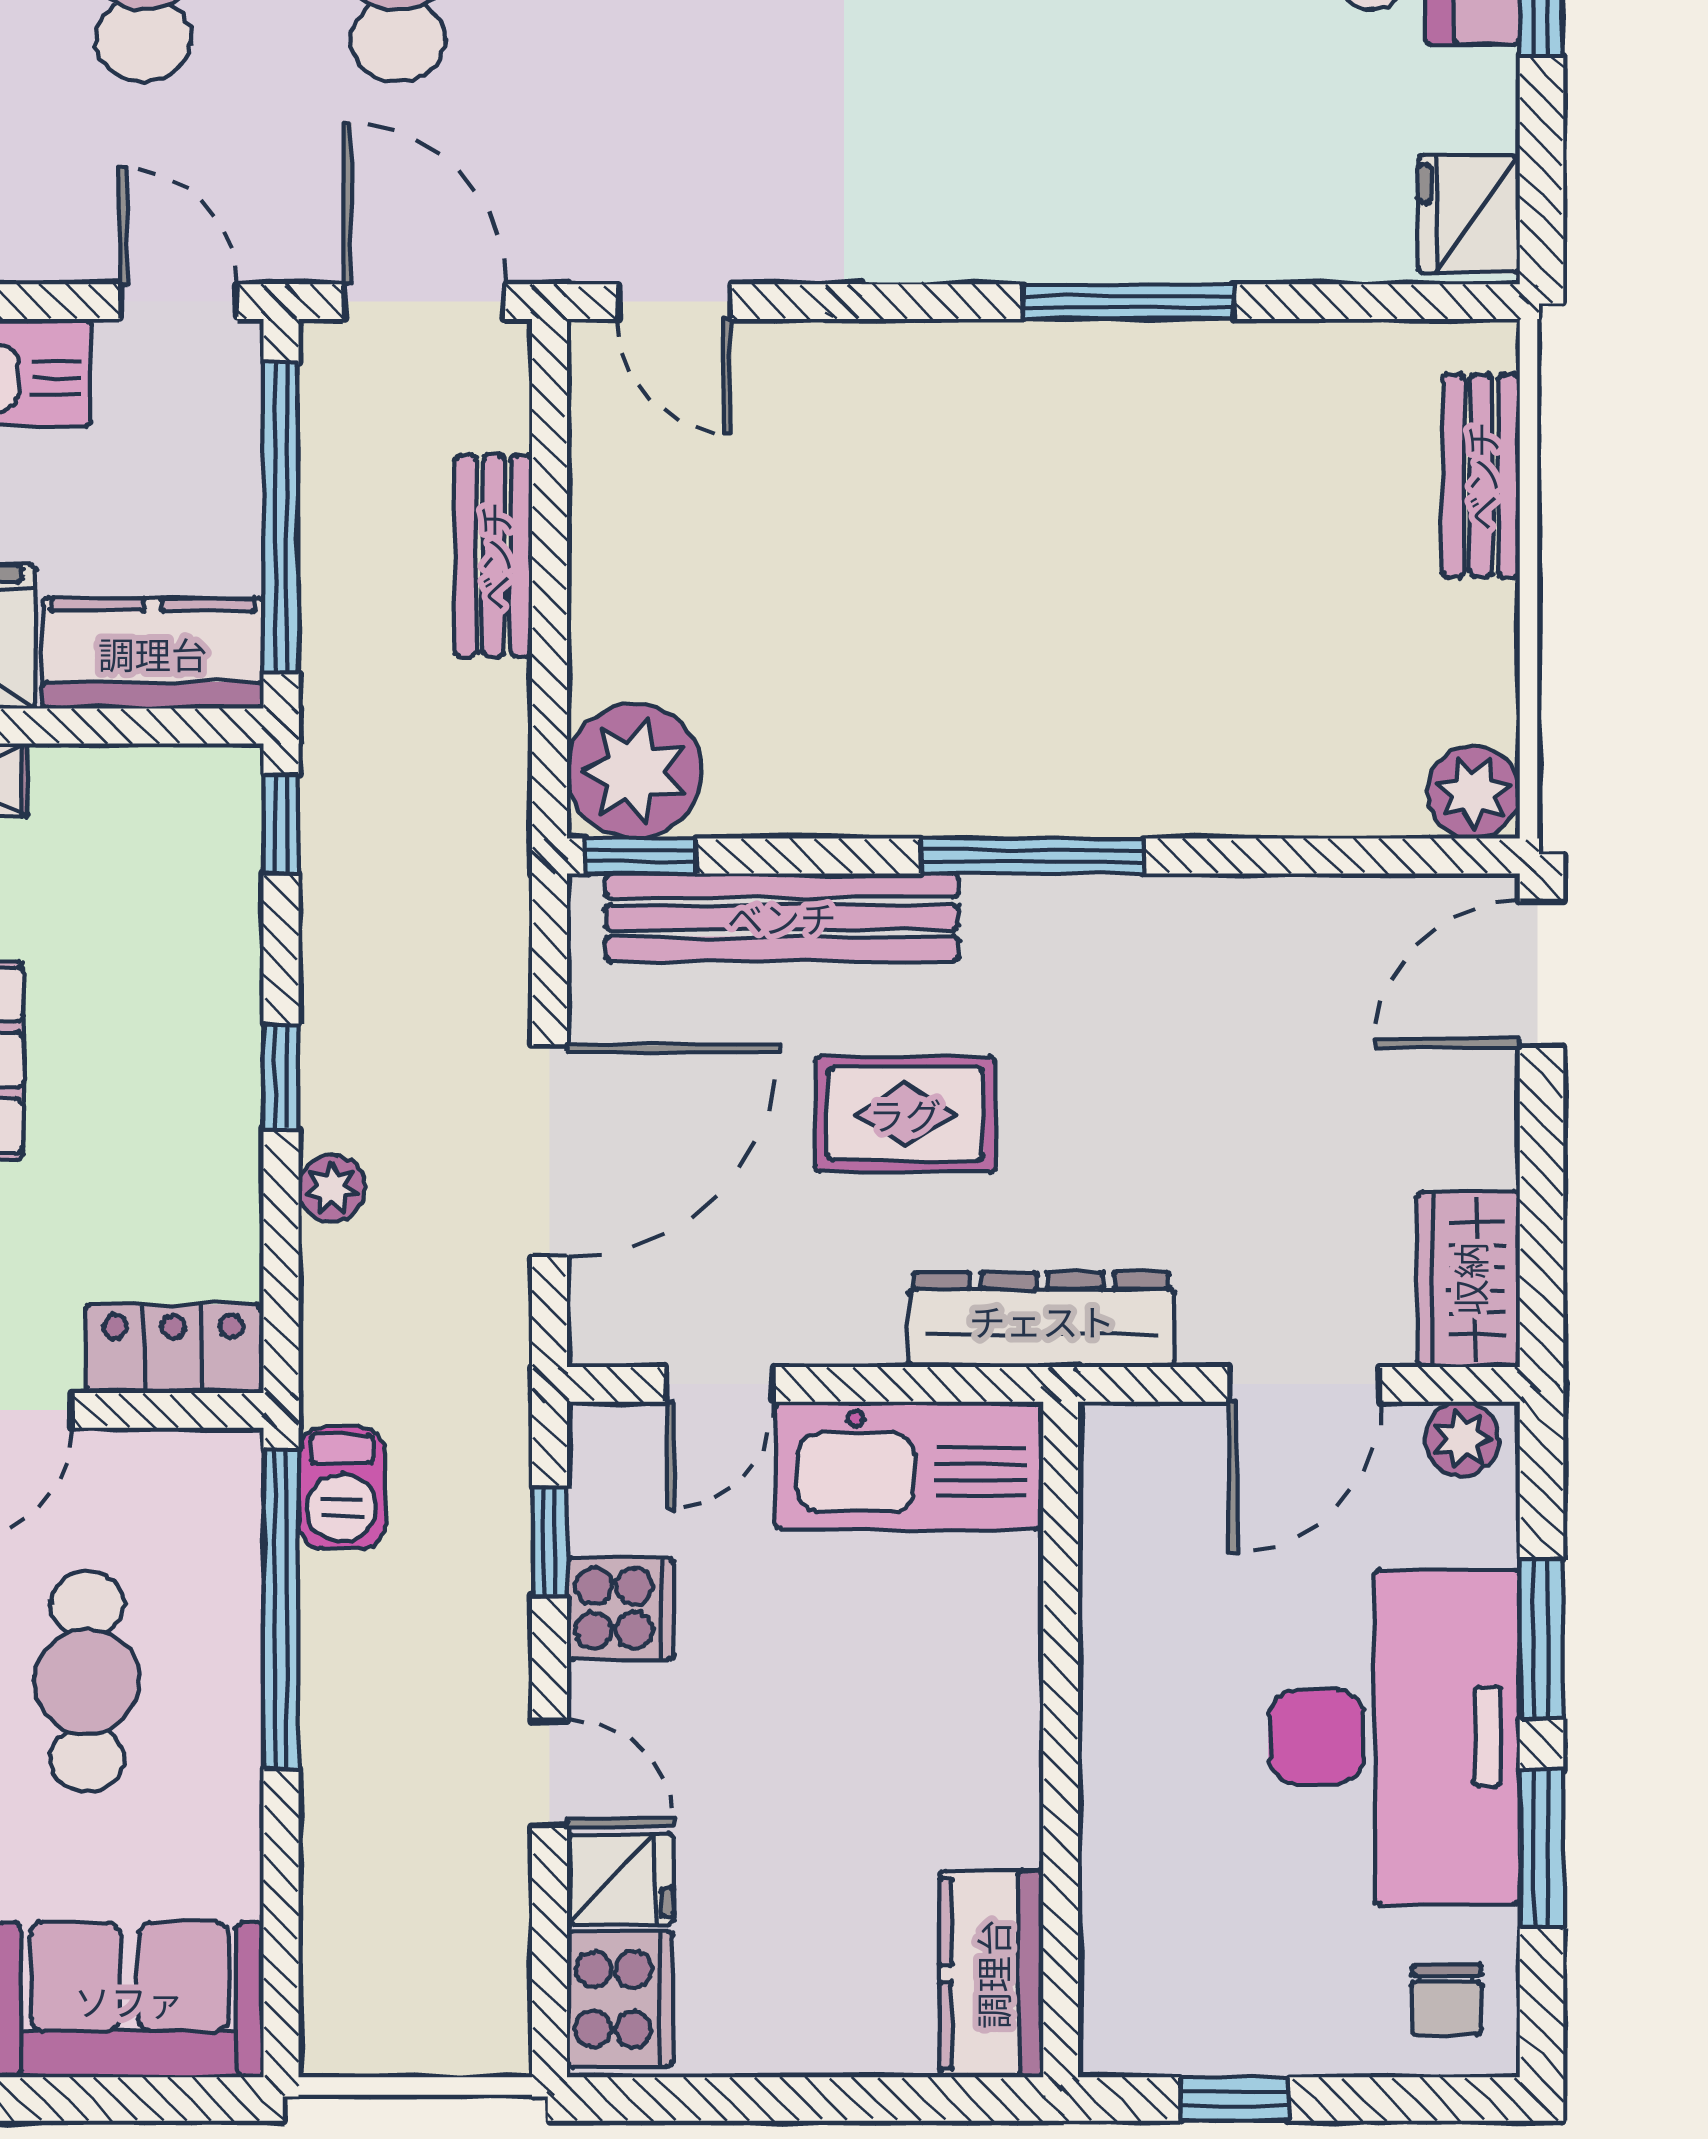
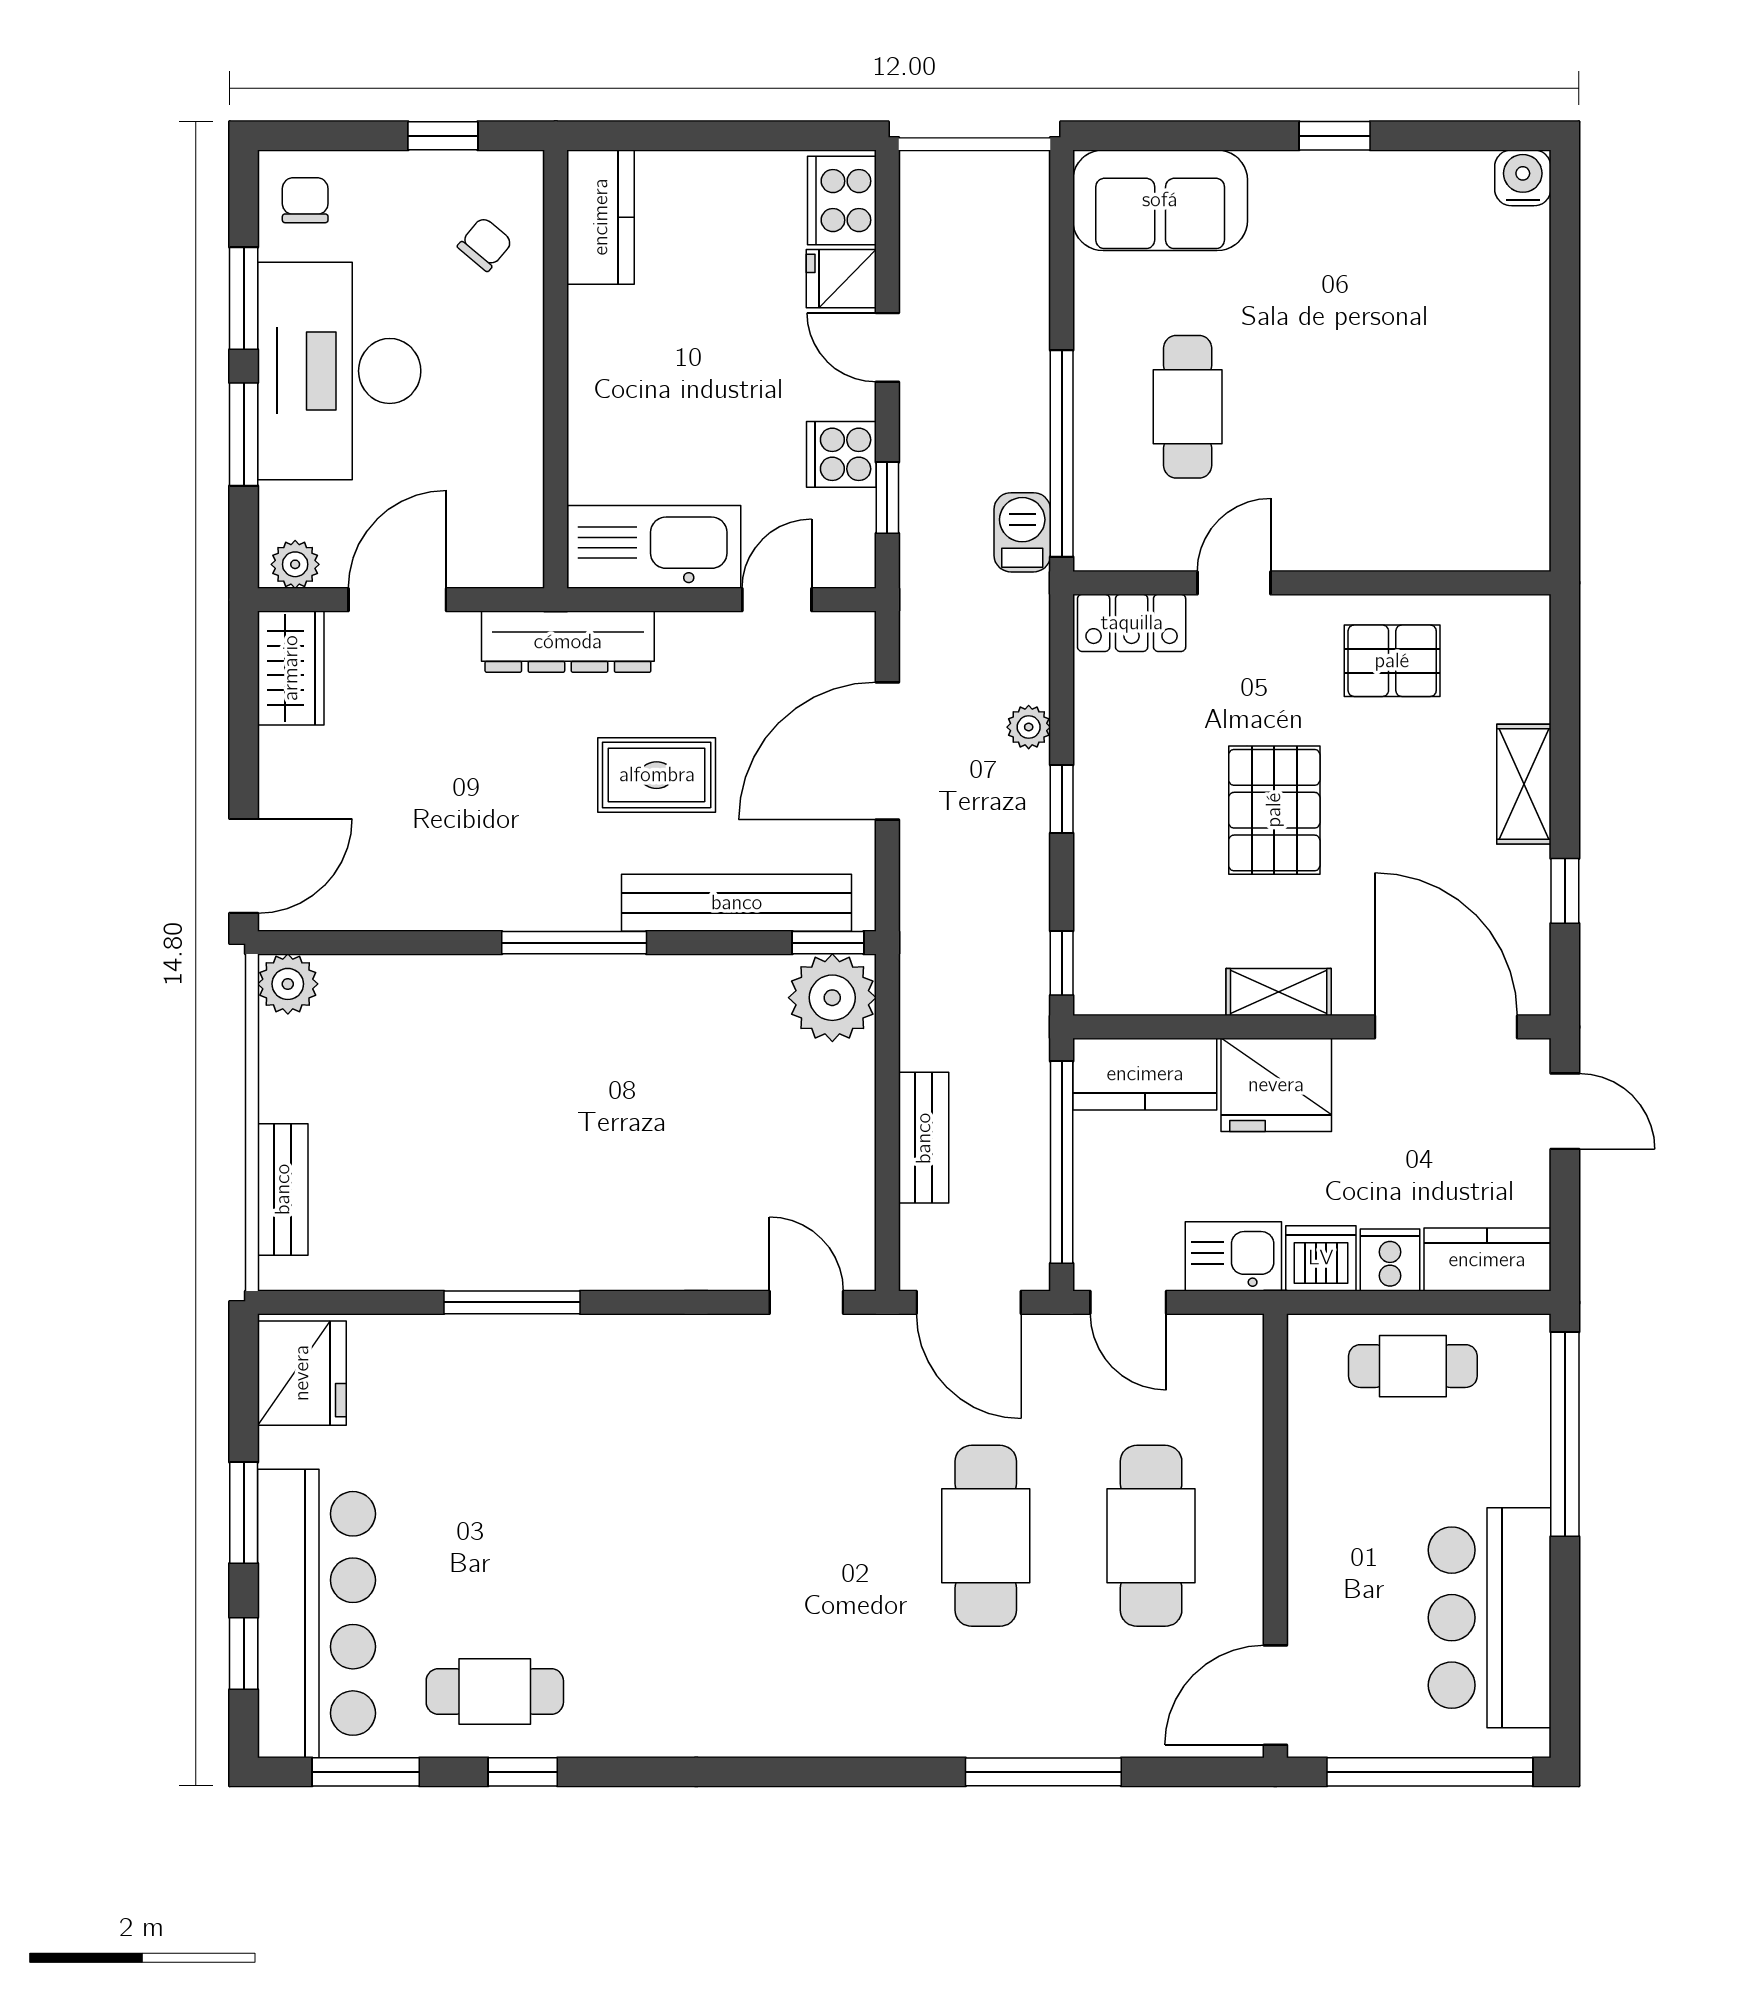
fridge: (1469, 214) -> (302, 1373), width x1.36, depth x1.34
chair: (1169, 1932) -> (485, 244), added

